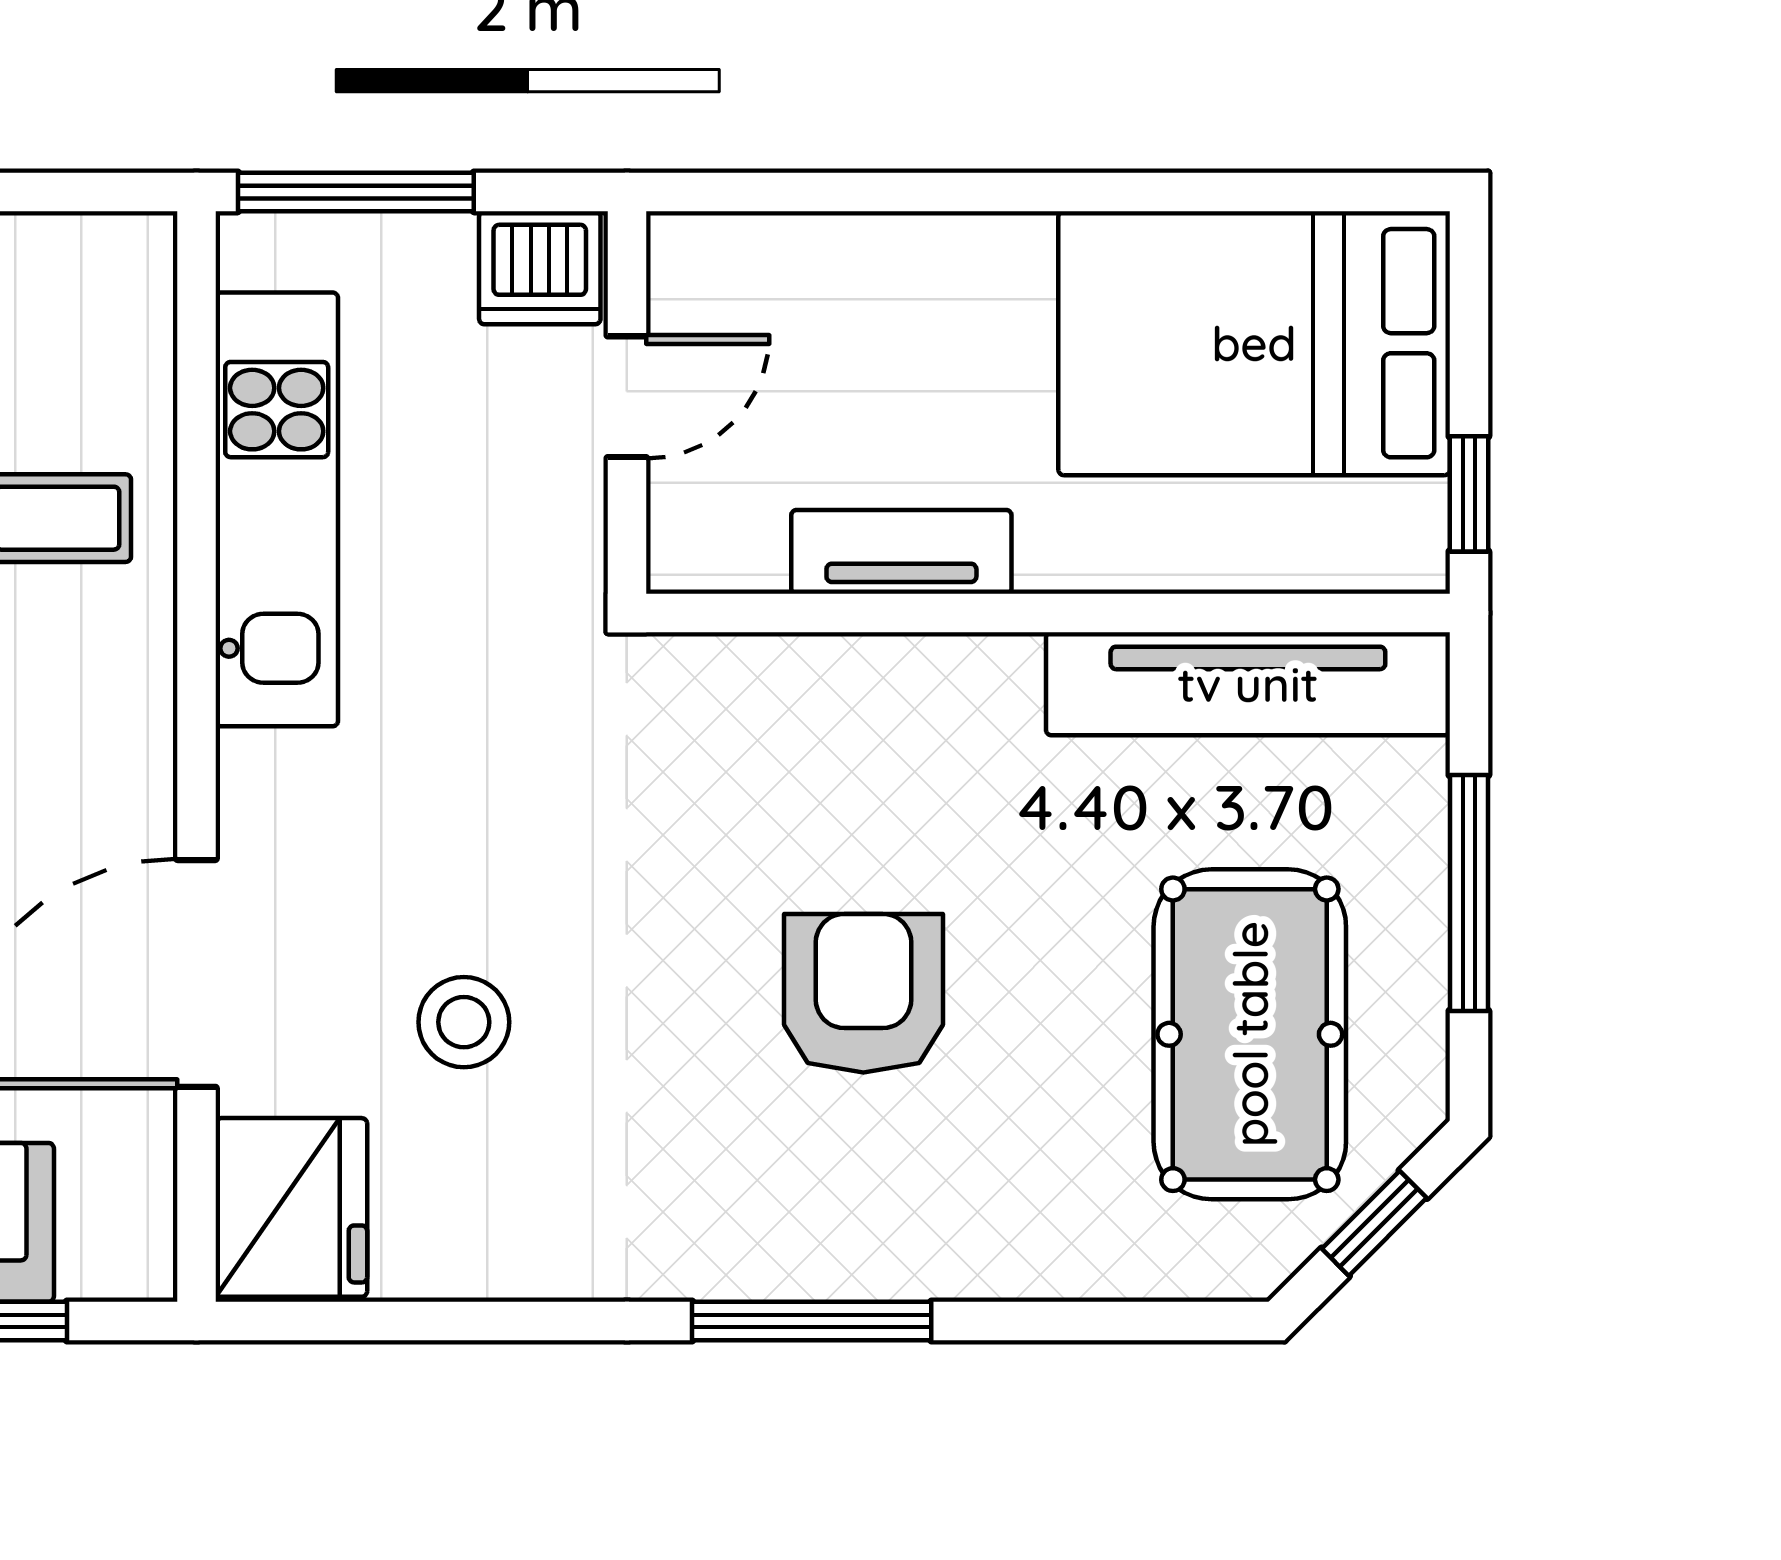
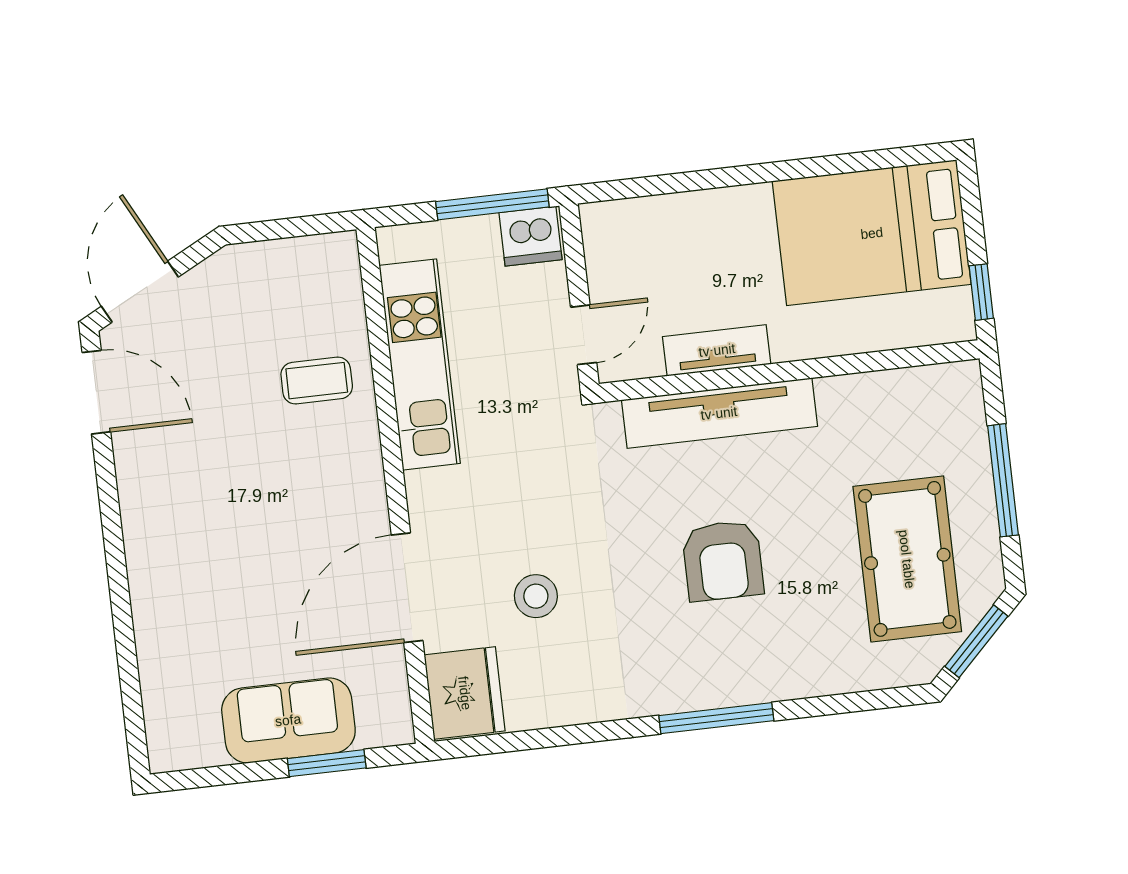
window: (356, 192) -> (492, 204), moved
door: (627, 397) -> (584, 335), moved
tv unit: (1248, 684) -> (719, 413), moved
armchair: (863, 993) -> (723, 561), turned 180
window: (1374, 1223) -> (976, 641), width x1.50

